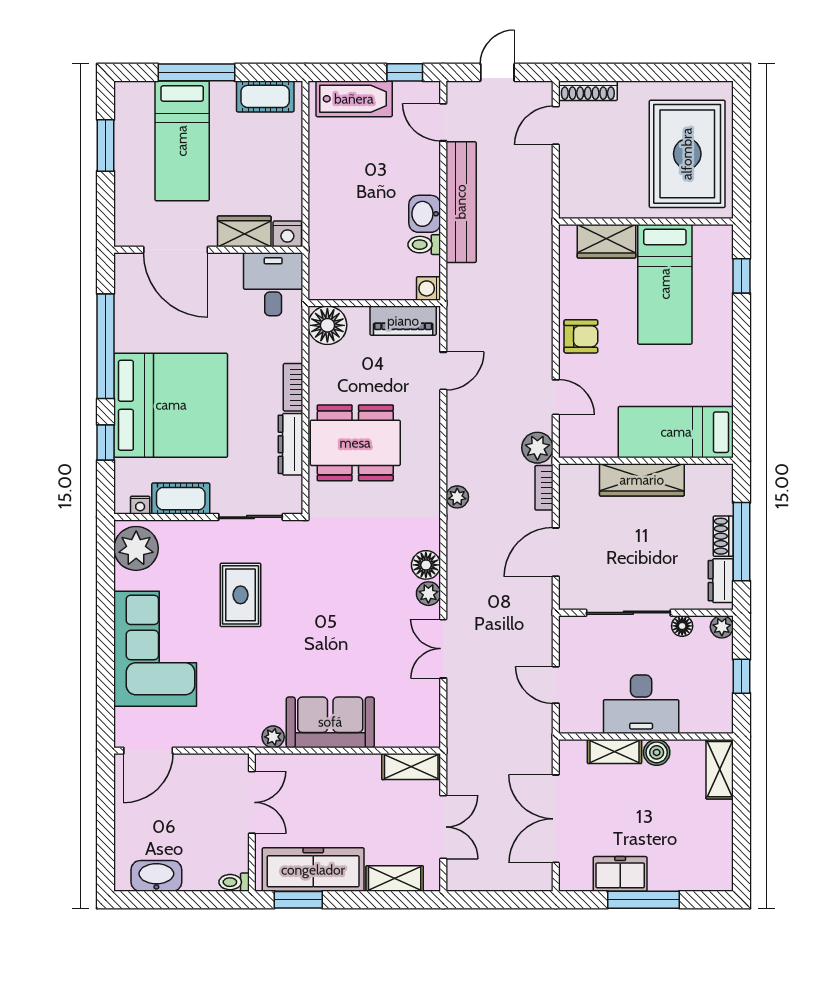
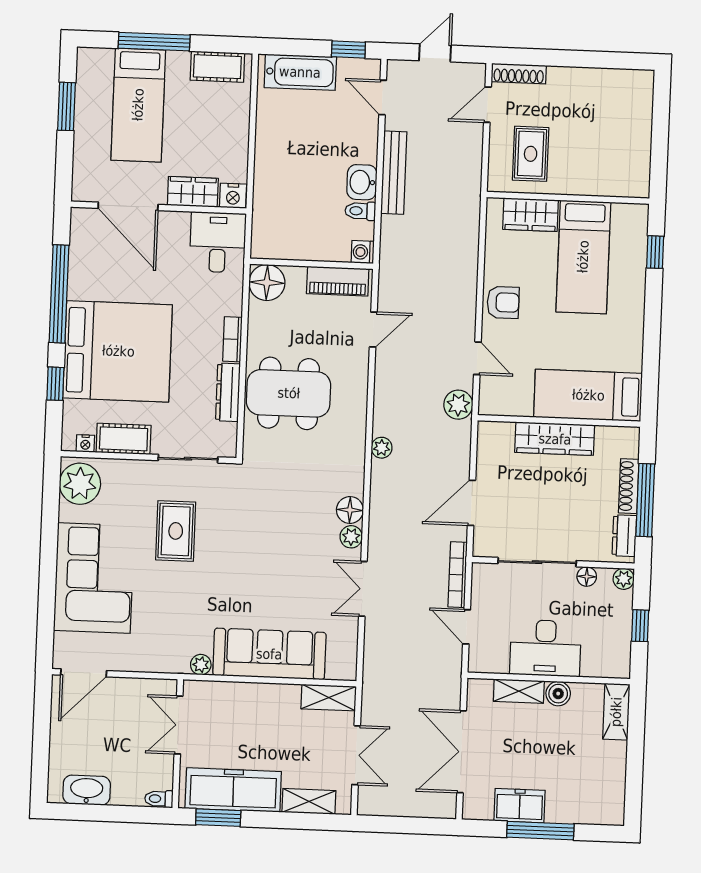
rug: (687, 154) -> (531, 154), moved, width x0.54, depth x0.49
bench: (461, 202) -> (394, 173), width x0.73, depth x0.82
bookcase: (544, 488) -> (458, 575), moved, width x1.56
shoe rack: (723, 536) -> (629, 486), width x1.43
sofa: (330, 722) -> (269, 654), width x1.36
double door: (252, 802) -> (179, 725), swing flipped

